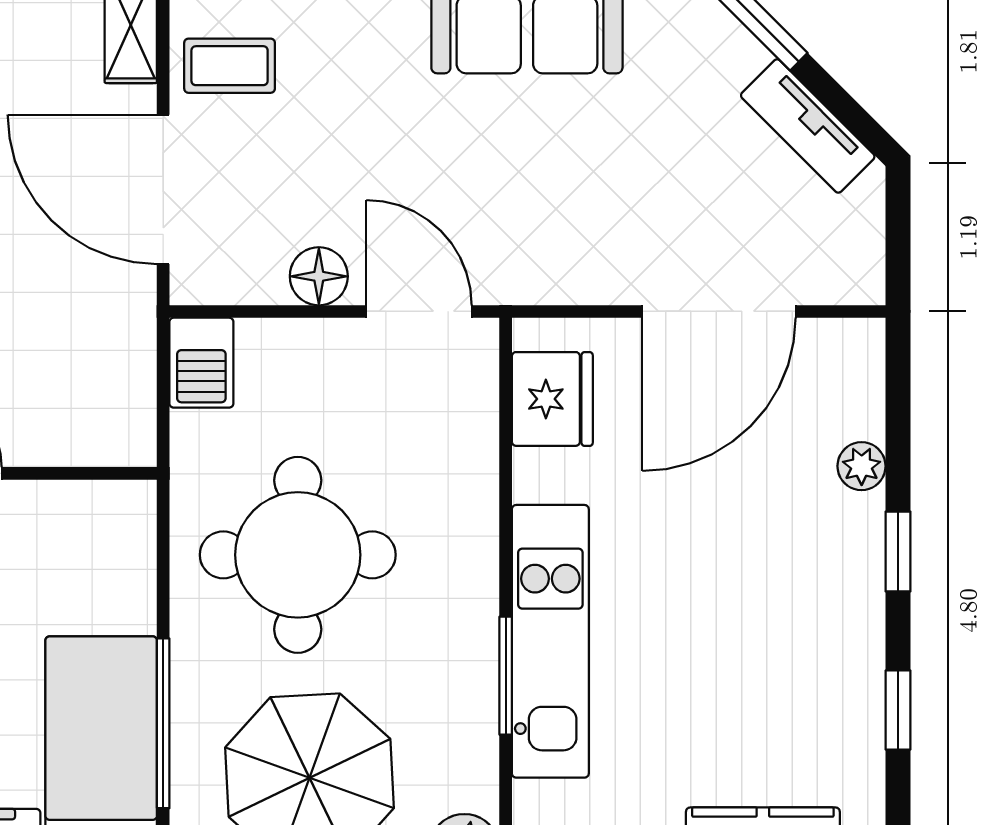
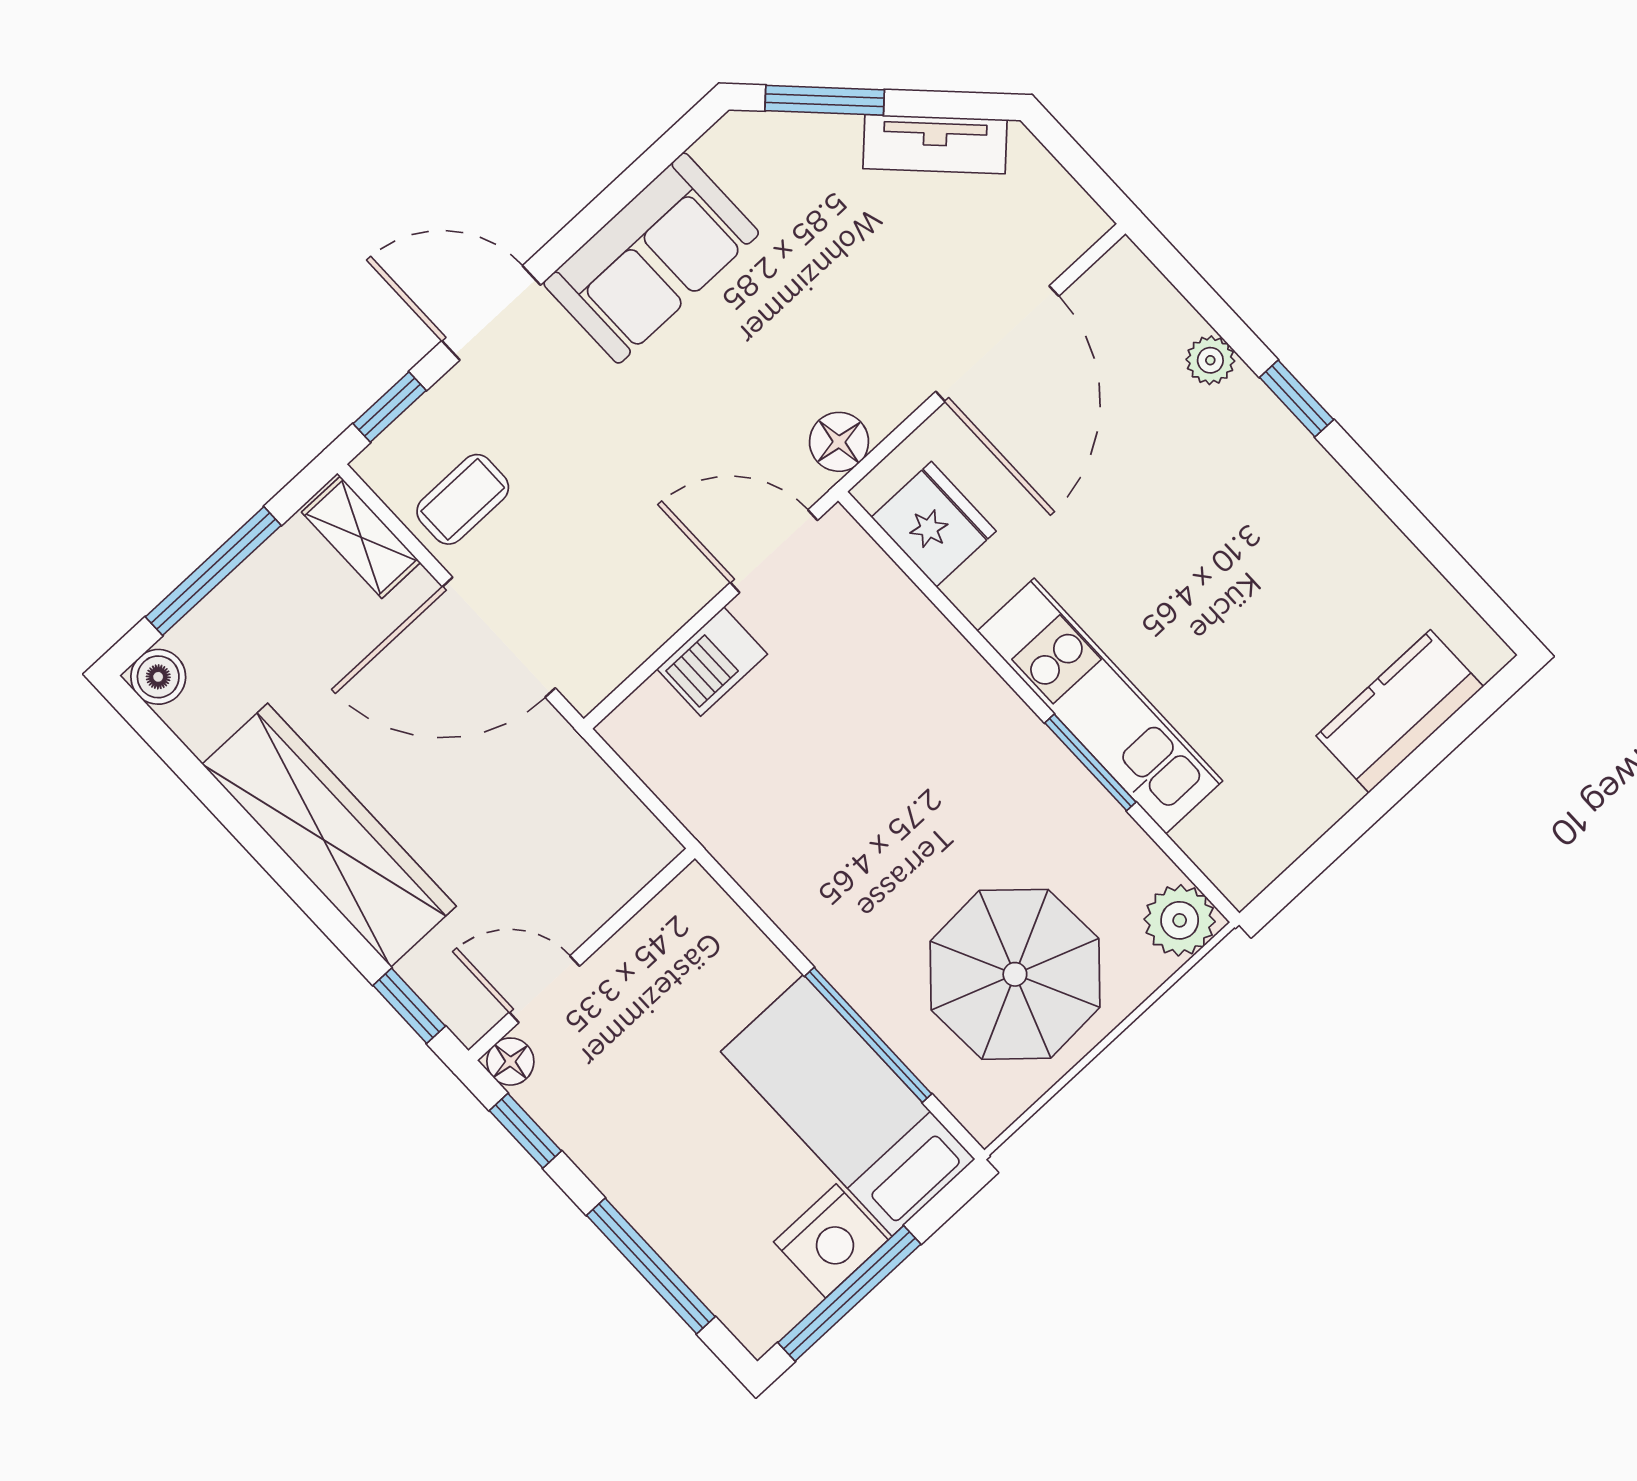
floor lamp: (319, 276) -> (839, 442), moved
barbecue: (201, 363) -> (712, 662), moved, turned 90
round table: (298, 555) -> (852, 816), removed
window: (898, 710) -> (1406, 517), removed

